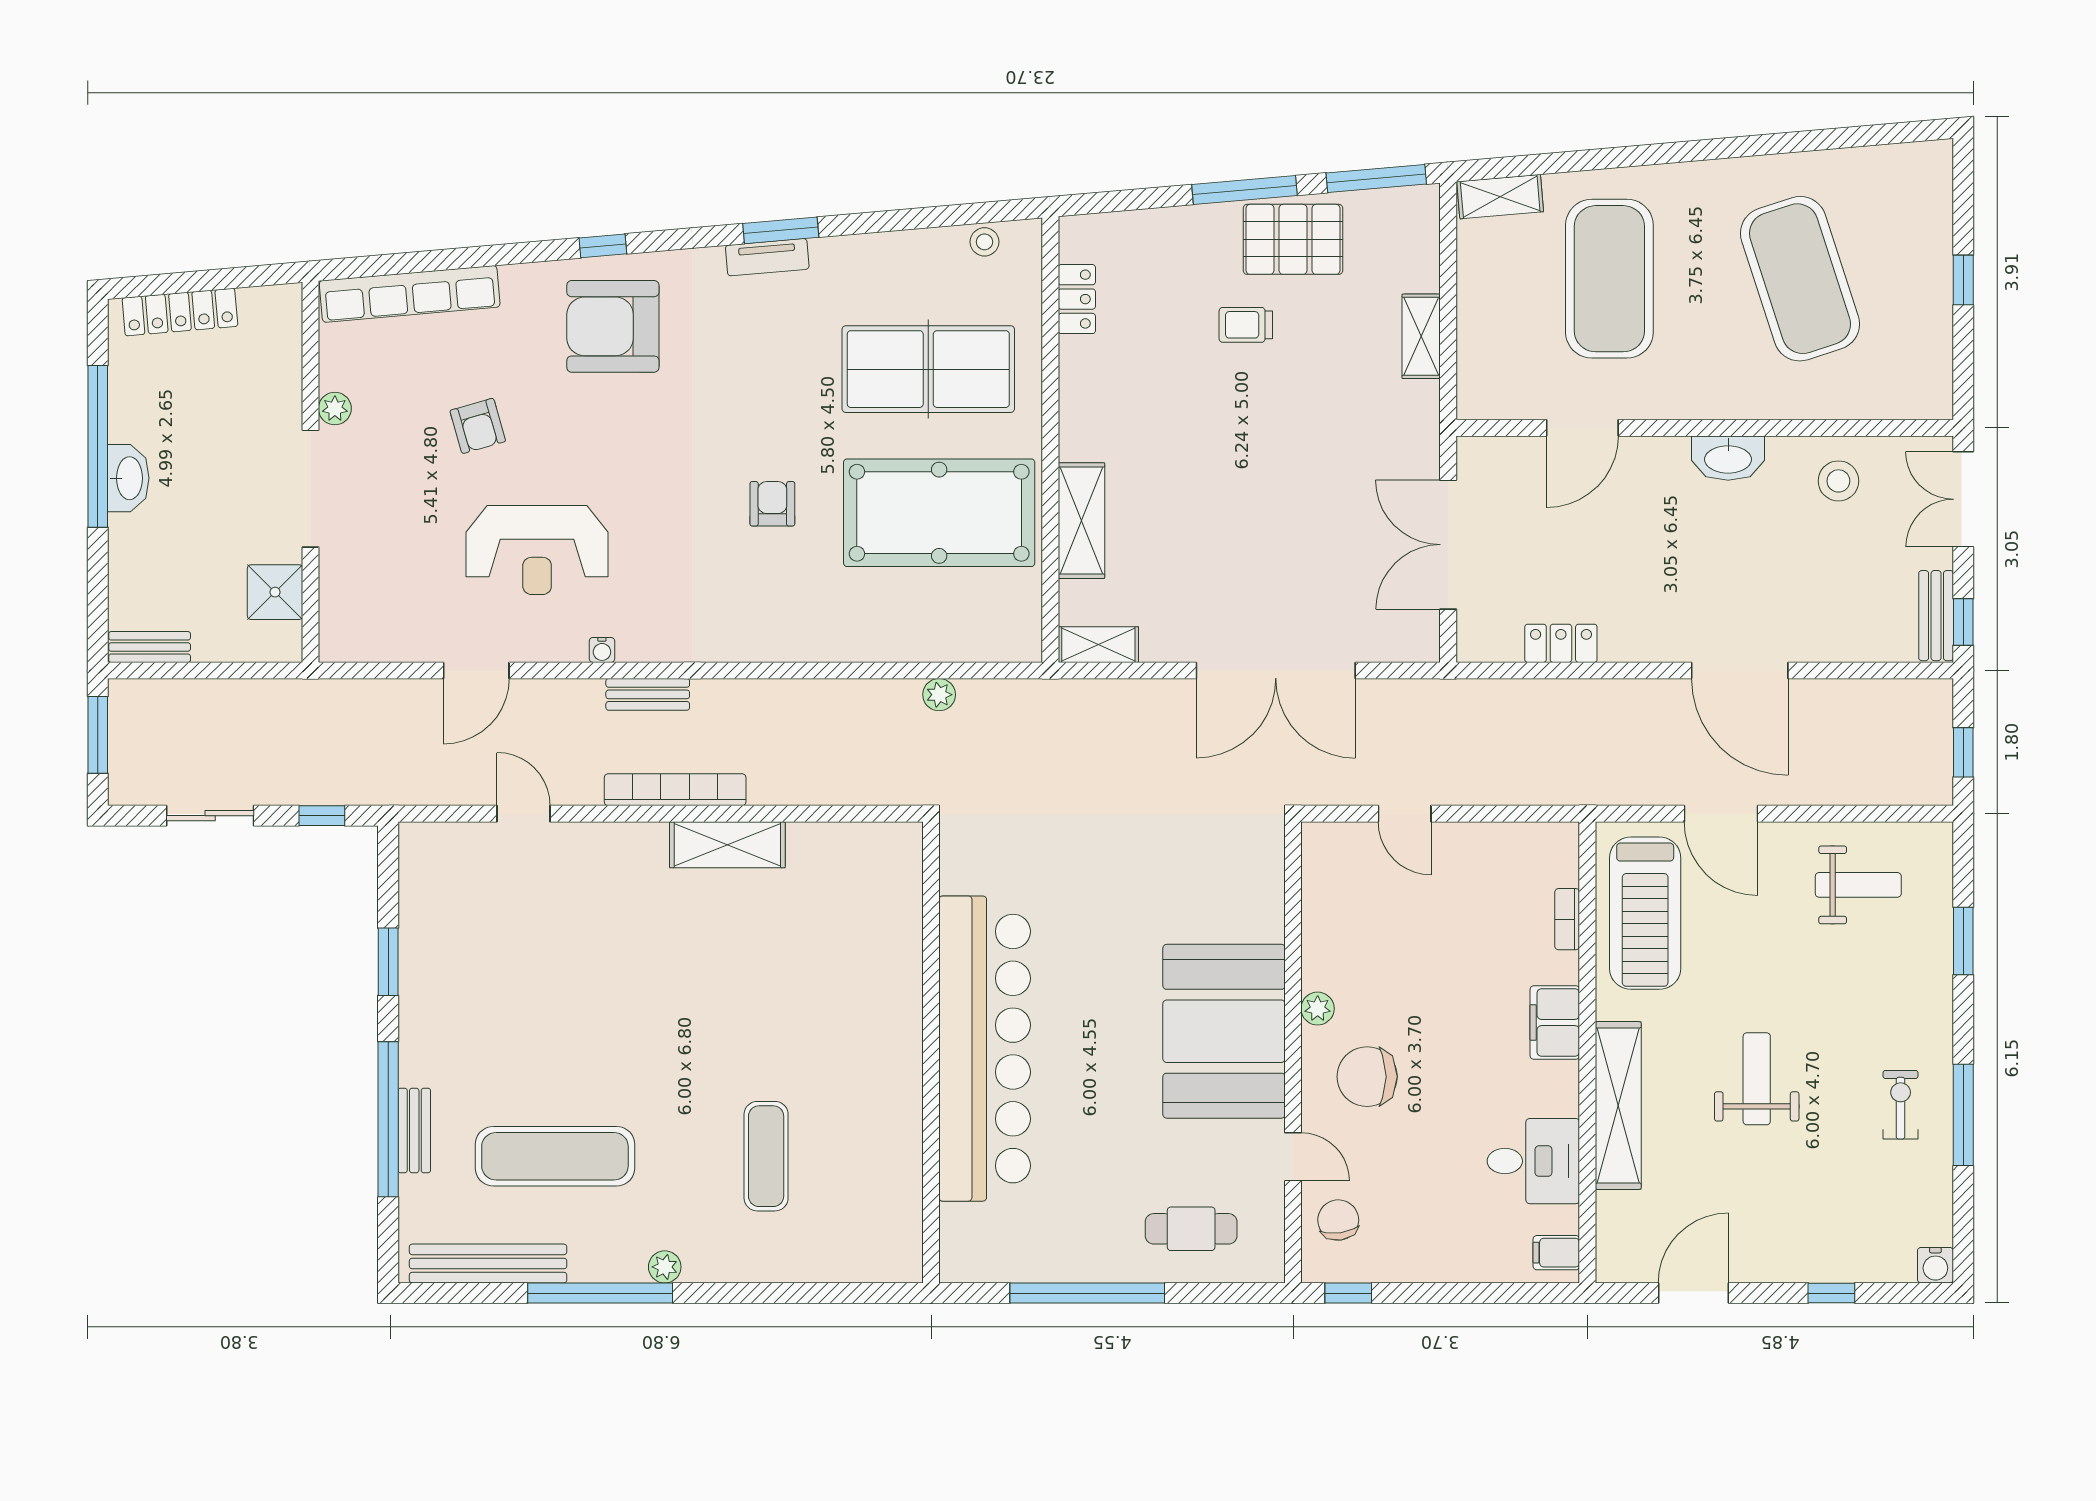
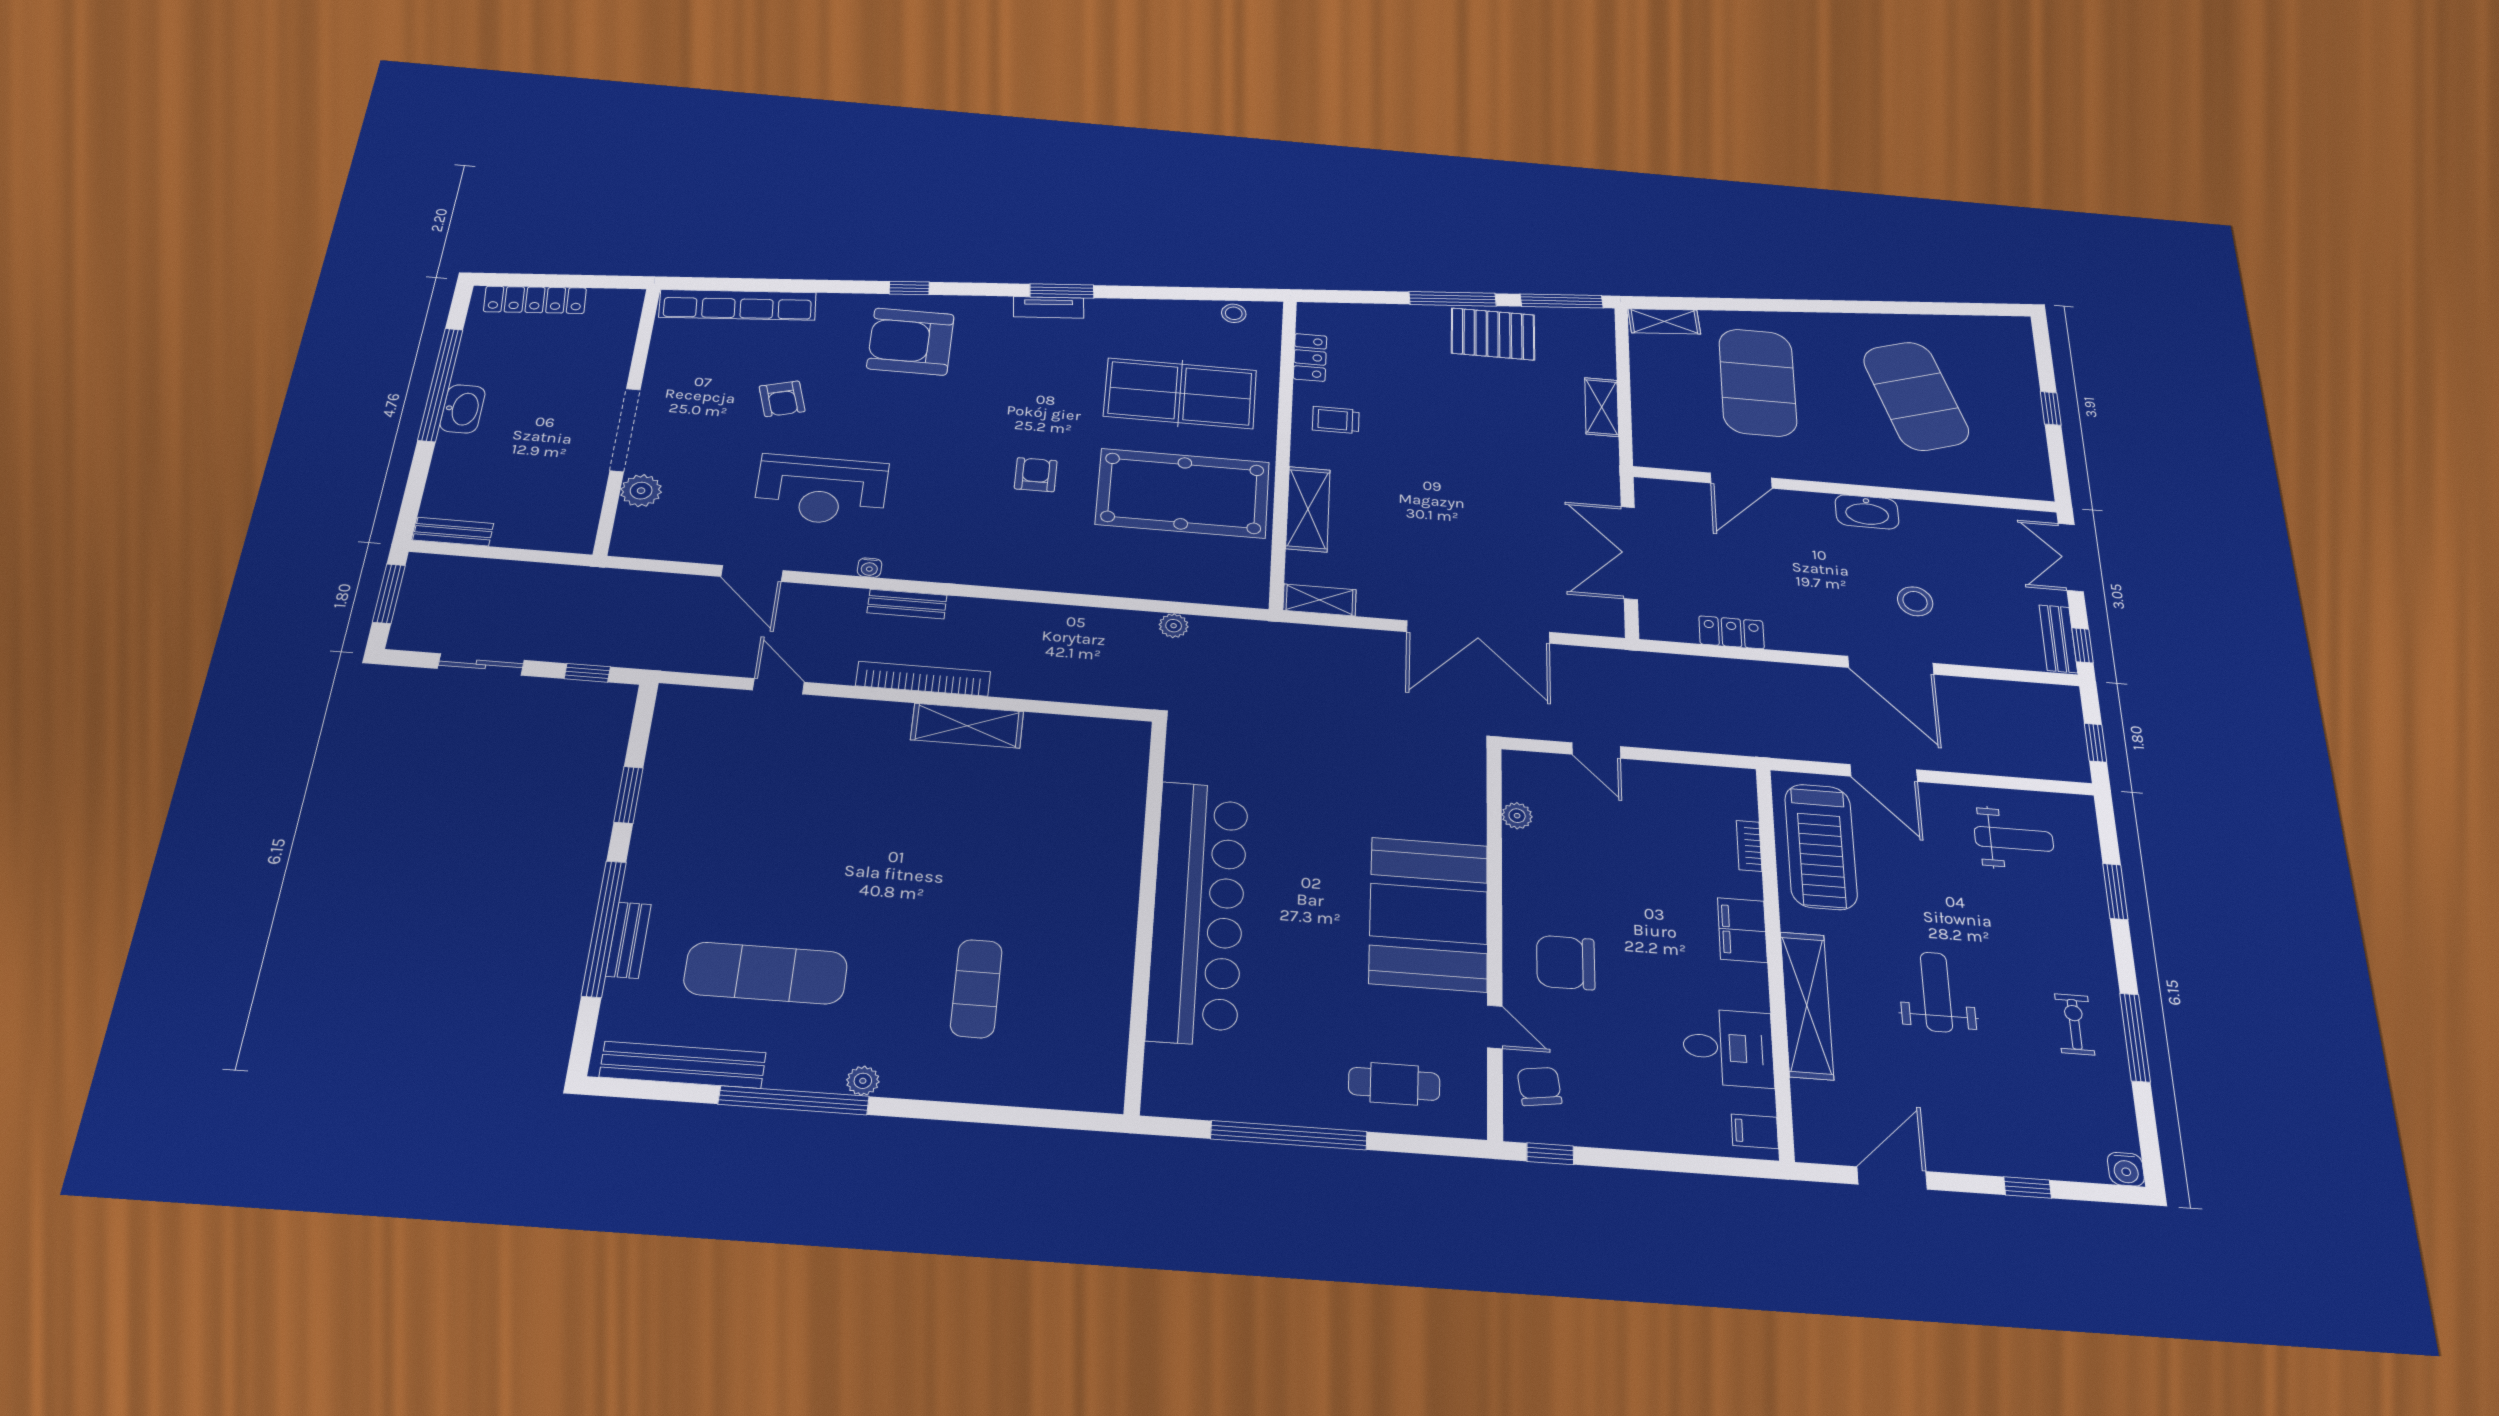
trolley: (1246, 325) -> (1336, 420), moved
plant: (335, 409) -> (641, 491), moved, width x1.38, depth x1.38
stool: (1838, 481) -> (1915, 601), moved
shower: (275, 592) -> (578, 501), removed
door: (476, 670) -> (752, 573), hinge flipped
plant: (1318, 1009) -> (1517, 816), moved

